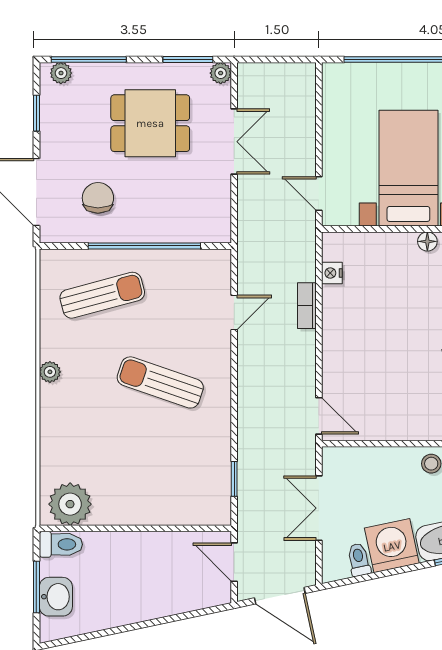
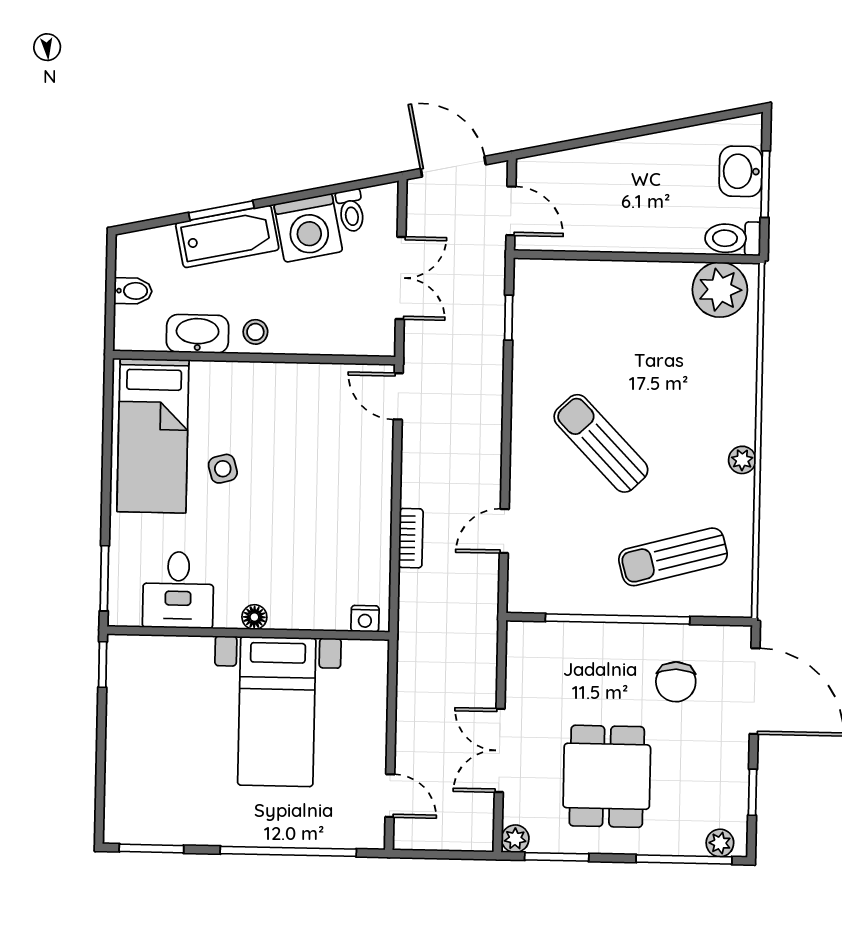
dining table: (150, 123) -> (607, 776), turned 90
door: (319, 194) -> (390, 796), moved
nightstand: (332, 273) -> (365, 619), moved, turned 90
sun lounger: (160, 382) -> (601, 443), turned -153

